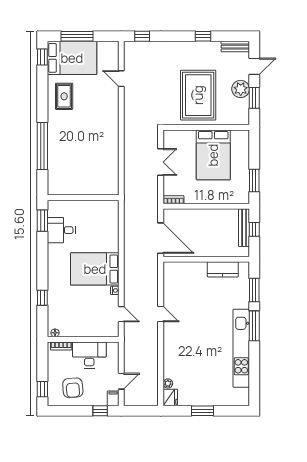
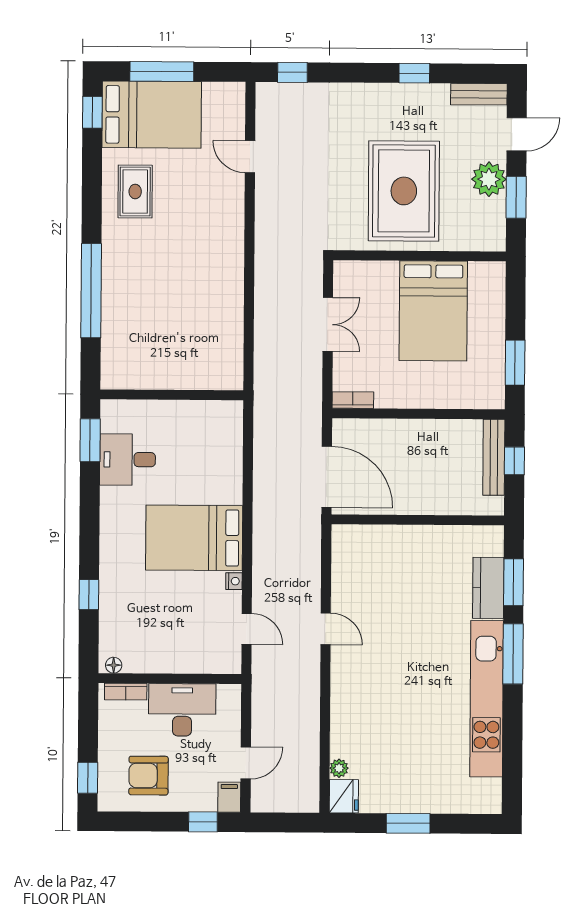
kitchen counter: (223, 269) -> (488, 588), moved, turned 90
armchair: (73, 388) -> (148, 776), turned 95

